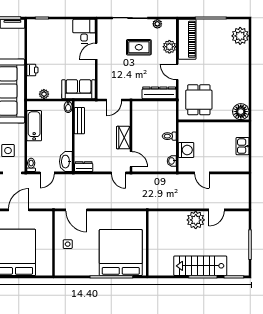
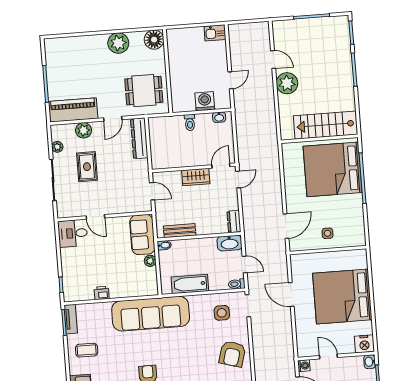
plant: (240, 36) -> (118, 43), moved
printer: (32, 70) -> (102, 293), moved
plant: (44, 94) -> (150, 261), moved
kitchen sink: (243, 146) -> (215, 33), moved
stairs: (200, 266) -> (326, 125), moved, turned 90

